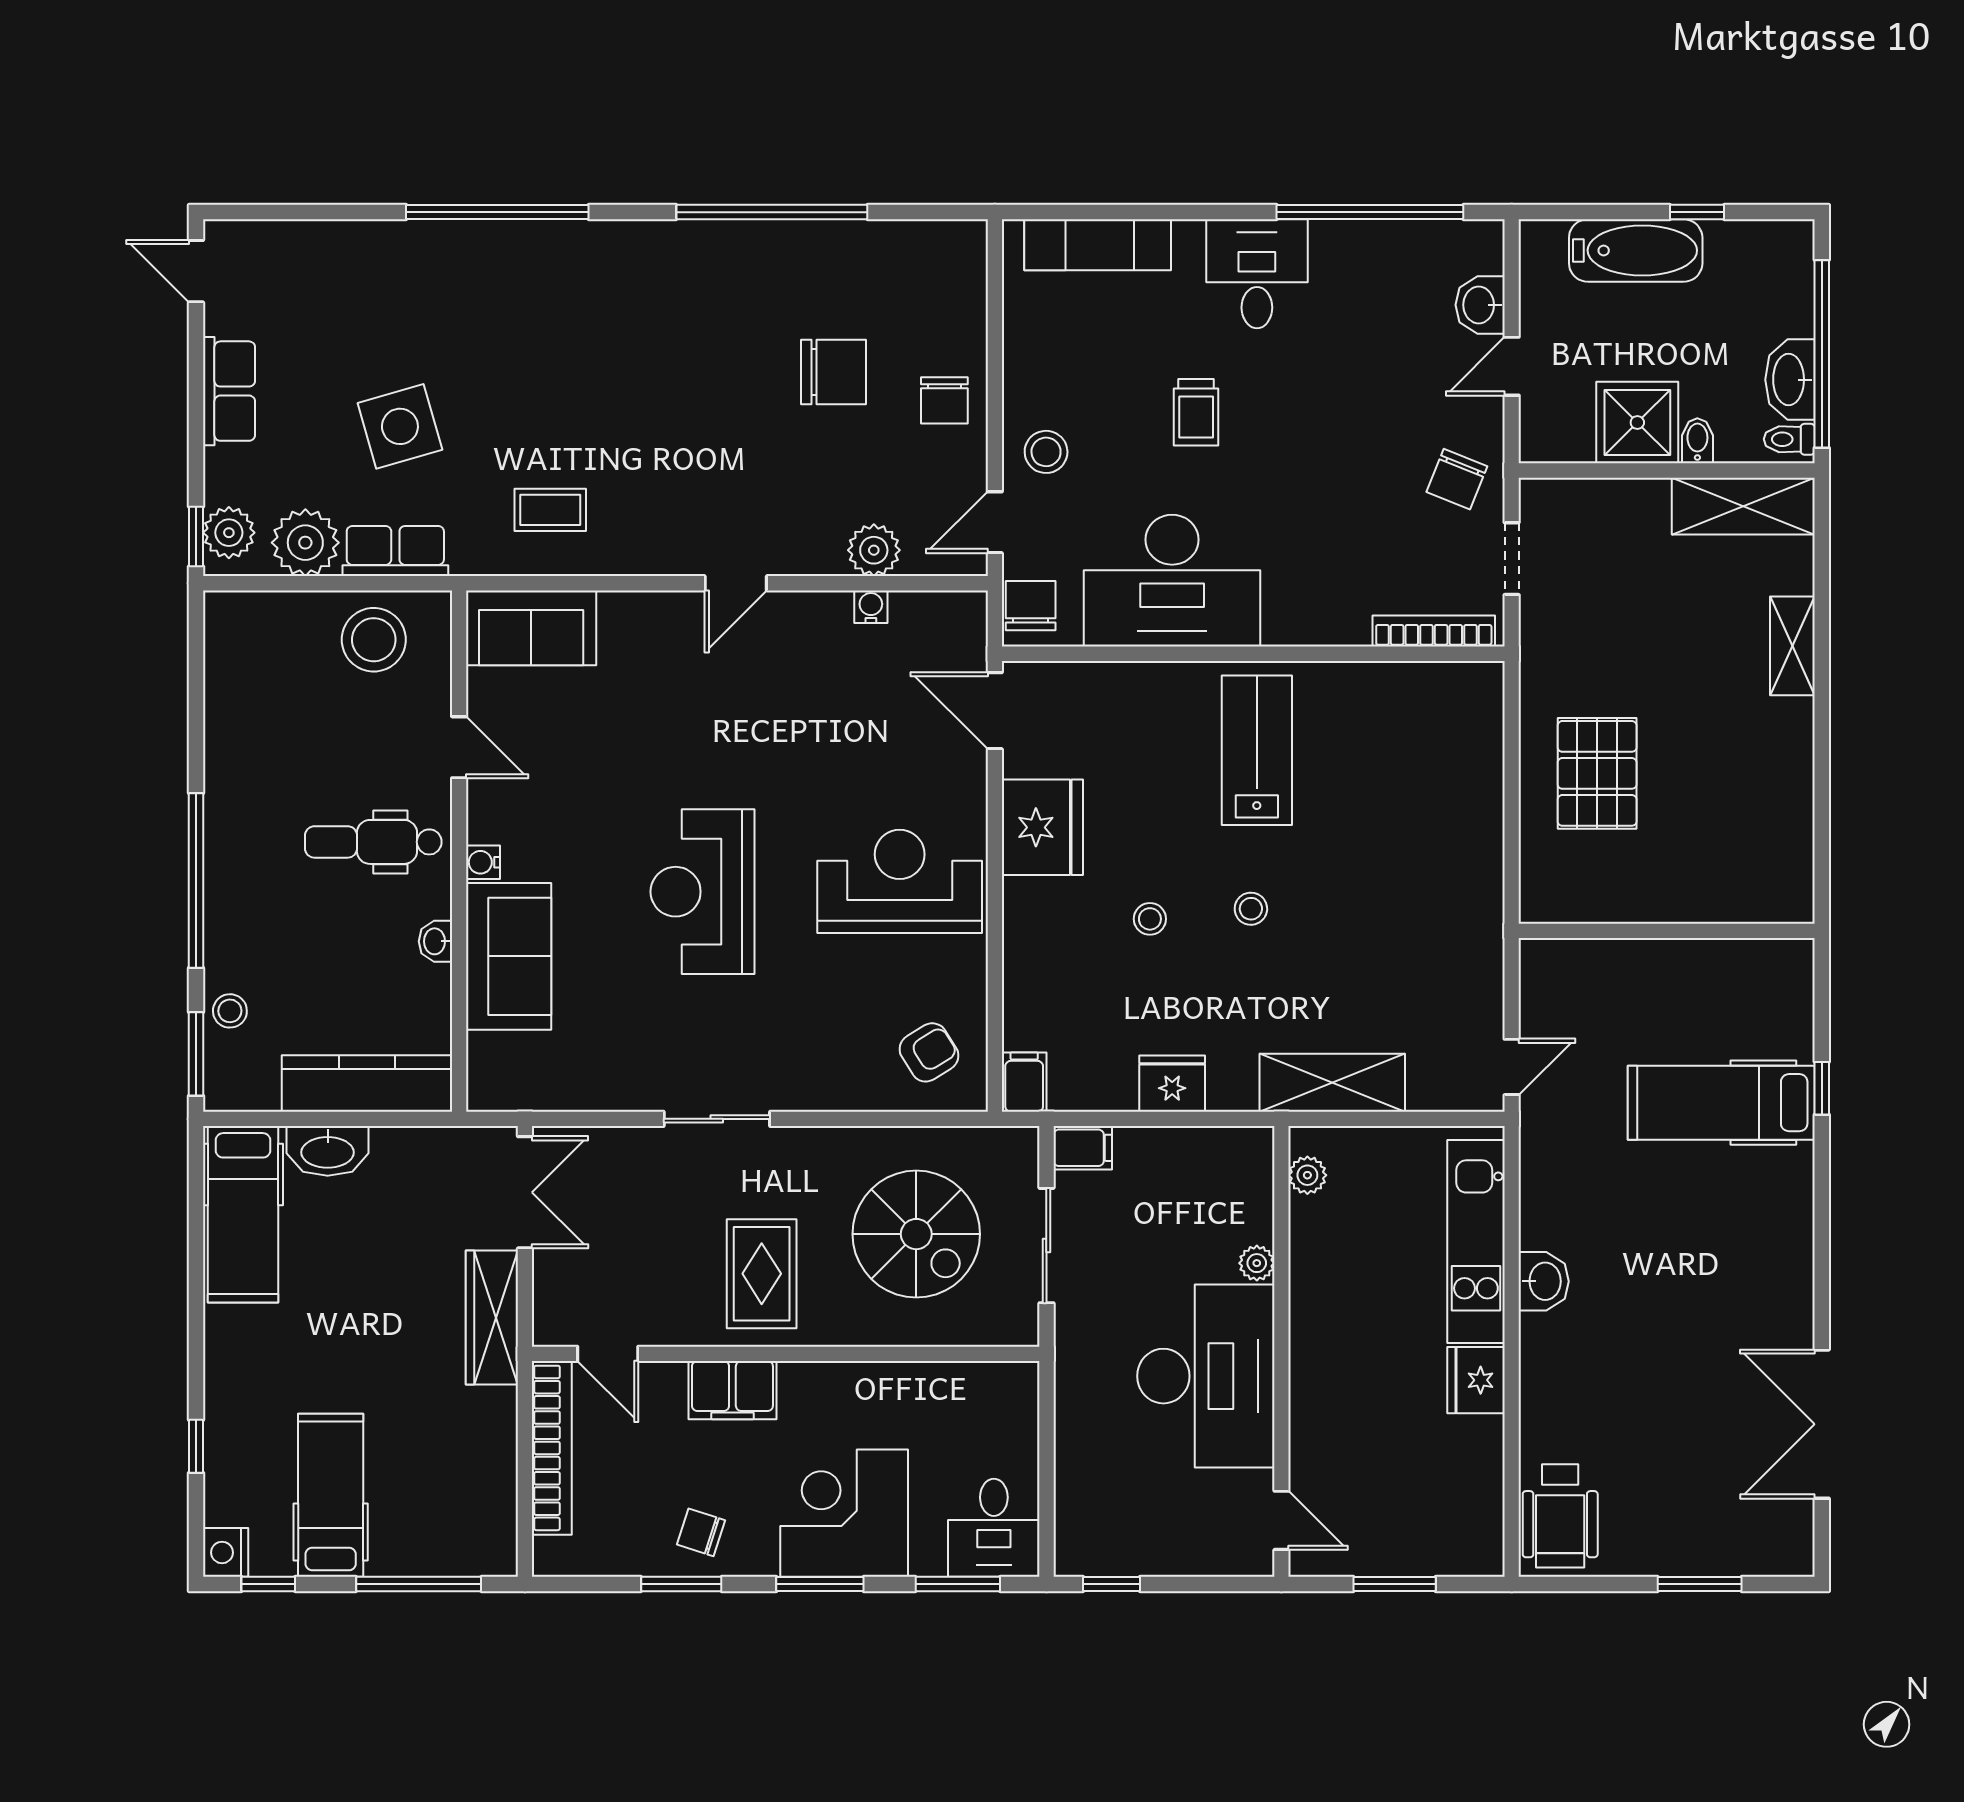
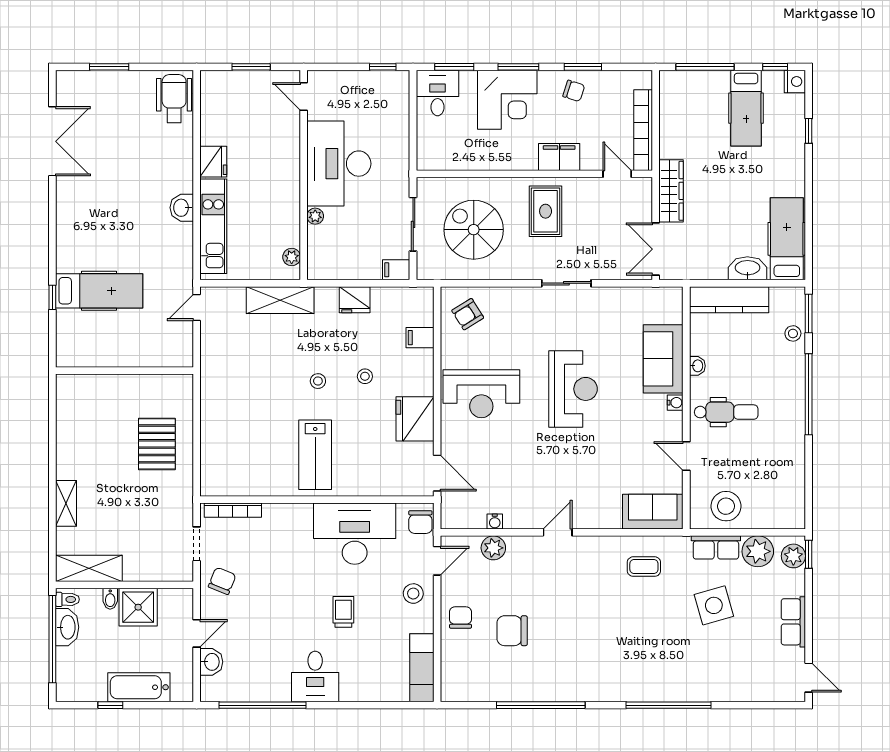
exam couch: (1098, 245) -> (422, 668), moved, turned -90
filing cabinet: (1024, 1082) -> (420, 338), moved, turned 90

